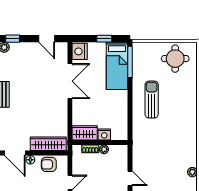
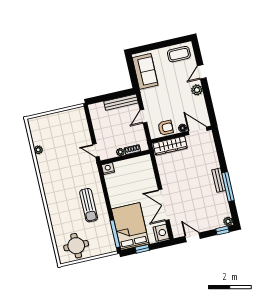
bed: (117, 66) -> (130, 226), width x1.50
wardrobe: (85, 133) -> (140, 163), removed
nightstand: (104, 134) -> (108, 169), moved
door: (130, 178) -> (96, 150), moved

